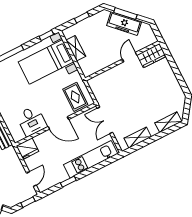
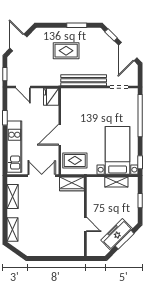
wardrobe: (151, 56) -> (72, 184), moved, turned -90
desk: (32, 121) -> (73, 112), removed

